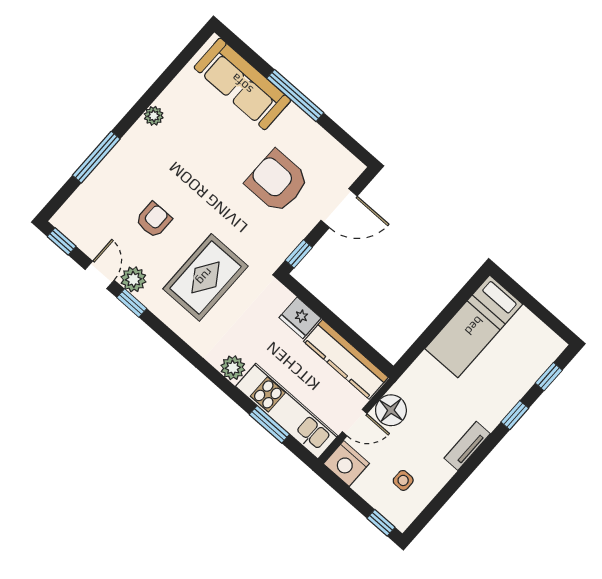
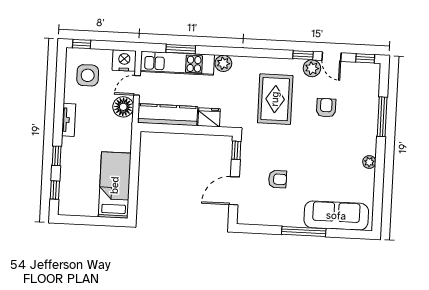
armchair: (277, 181) -> (278, 179), width x0.53, depth x0.53
armchair: (154, 220) -> (326, 108), turned 180
side table: (403, 480) -> (88, 75), width x1.87, depth x1.87

